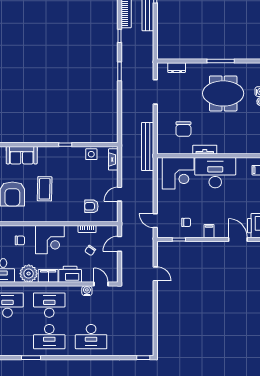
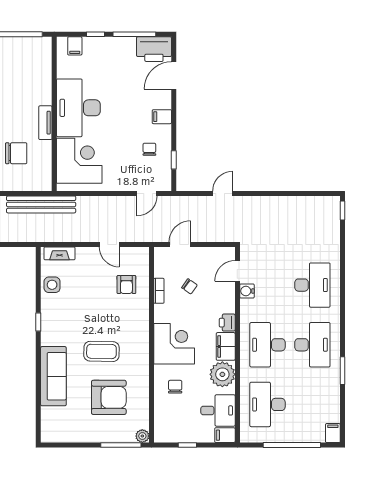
sofa: (22, 155) -> (53, 376), width x1.36
door: (120, 244) -> (180, 244), swing flipped
printer: (70, 274) -> (227, 323), width x0.53, depth x0.68

